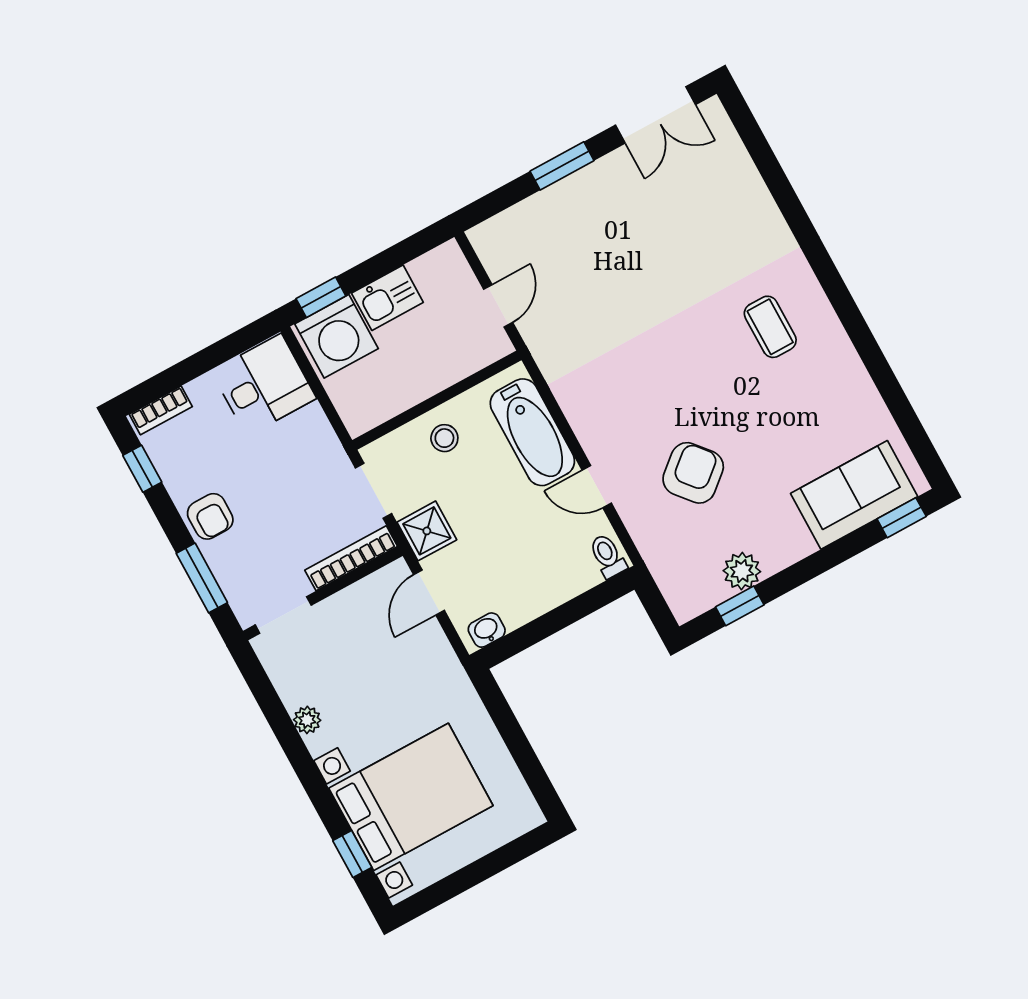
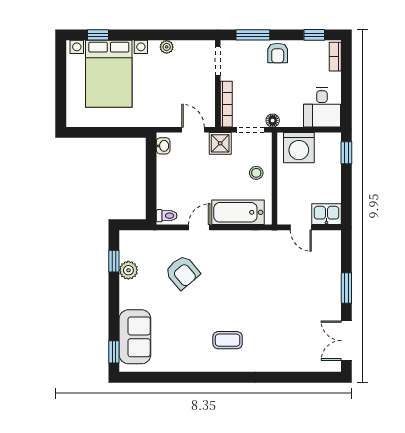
kitchen sink: (387, 298) -> (326, 214), moved, turned 90
washing machine: (336, 336) -> (299, 148), moved, turned -90
floor lamp: (335, 460) -> (273, 121), added
armchair: (210, 516) -> (278, 53), turned -90

